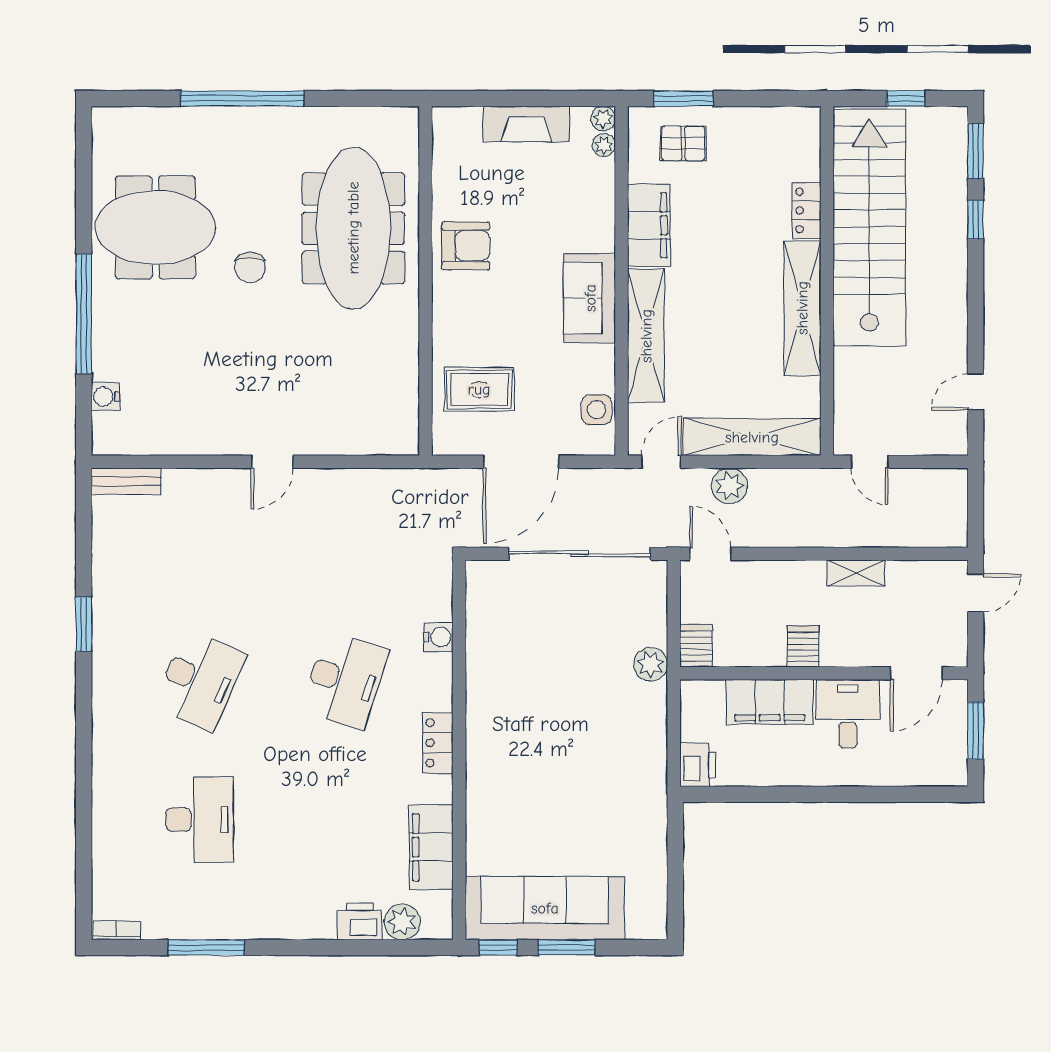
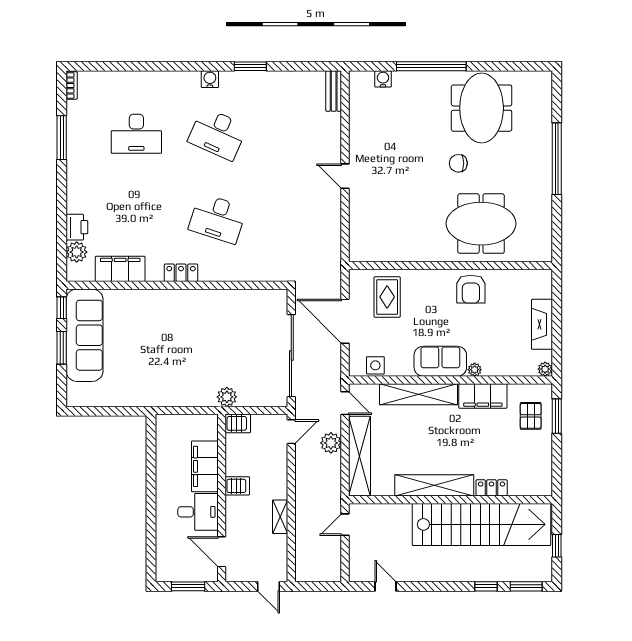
plant: (604, 145) -> (475, 370), moved
meeting table: (353, 228) -> (481, 224), width x0.73
water cooler: (438, 637) -> (210, 79), moved, turned 180
printer: (698, 765) -> (168, 424), removed

